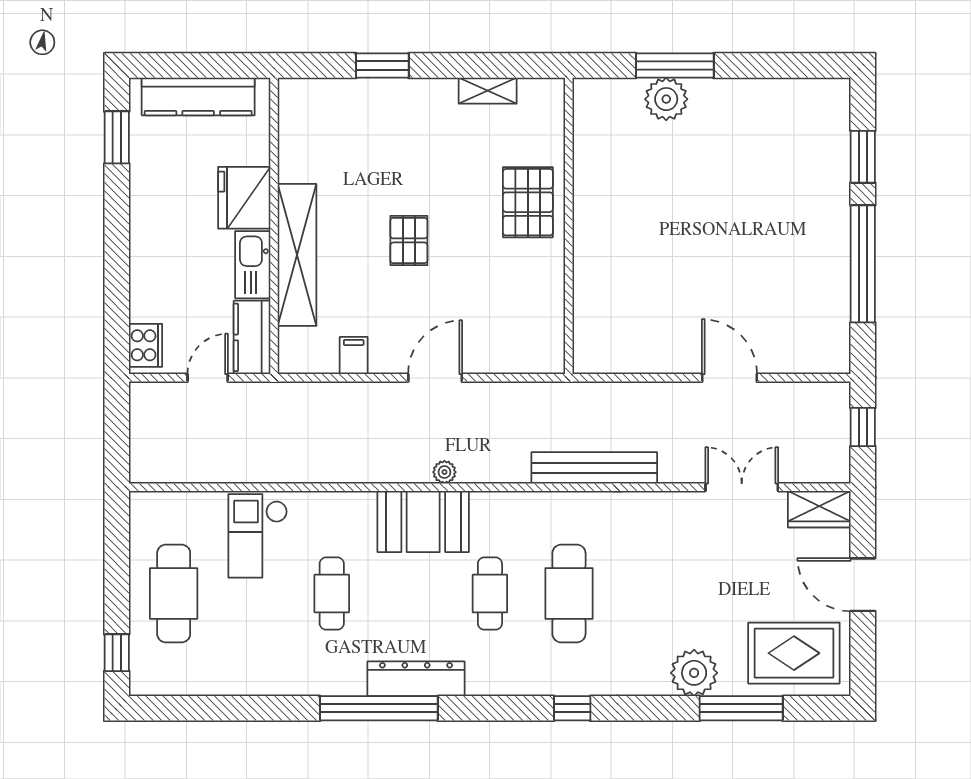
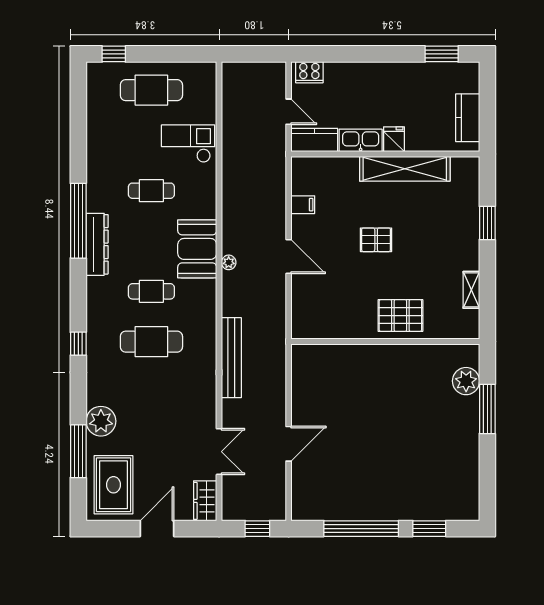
kitchen counter: (198, 97) -> (468, 118), width x0.67
plant: (666, 99) -> (466, 381), moved
fridge: (244, 198) -> (394, 139), width x0.53, depth x0.75
shelving: (297, 255) -> (405, 169), moved

